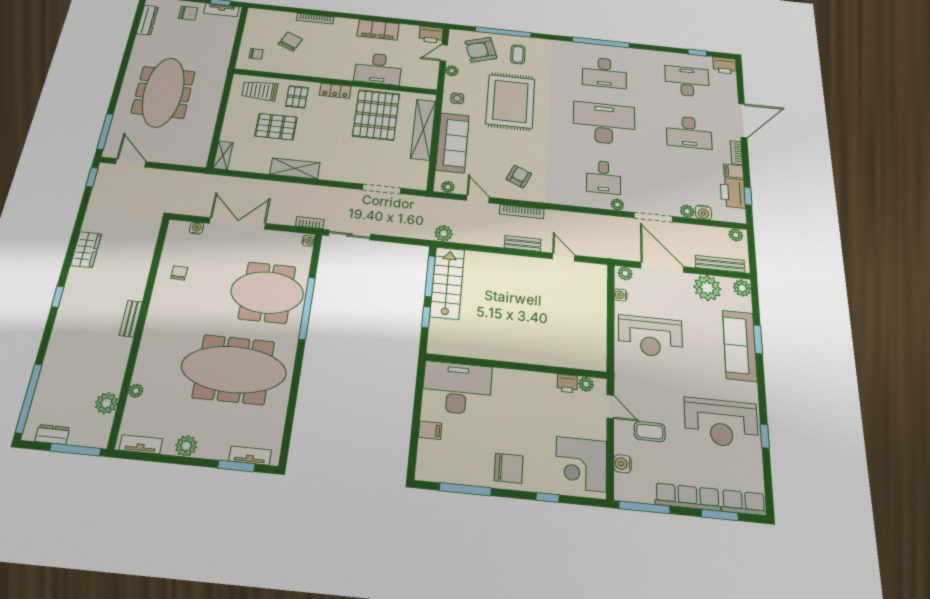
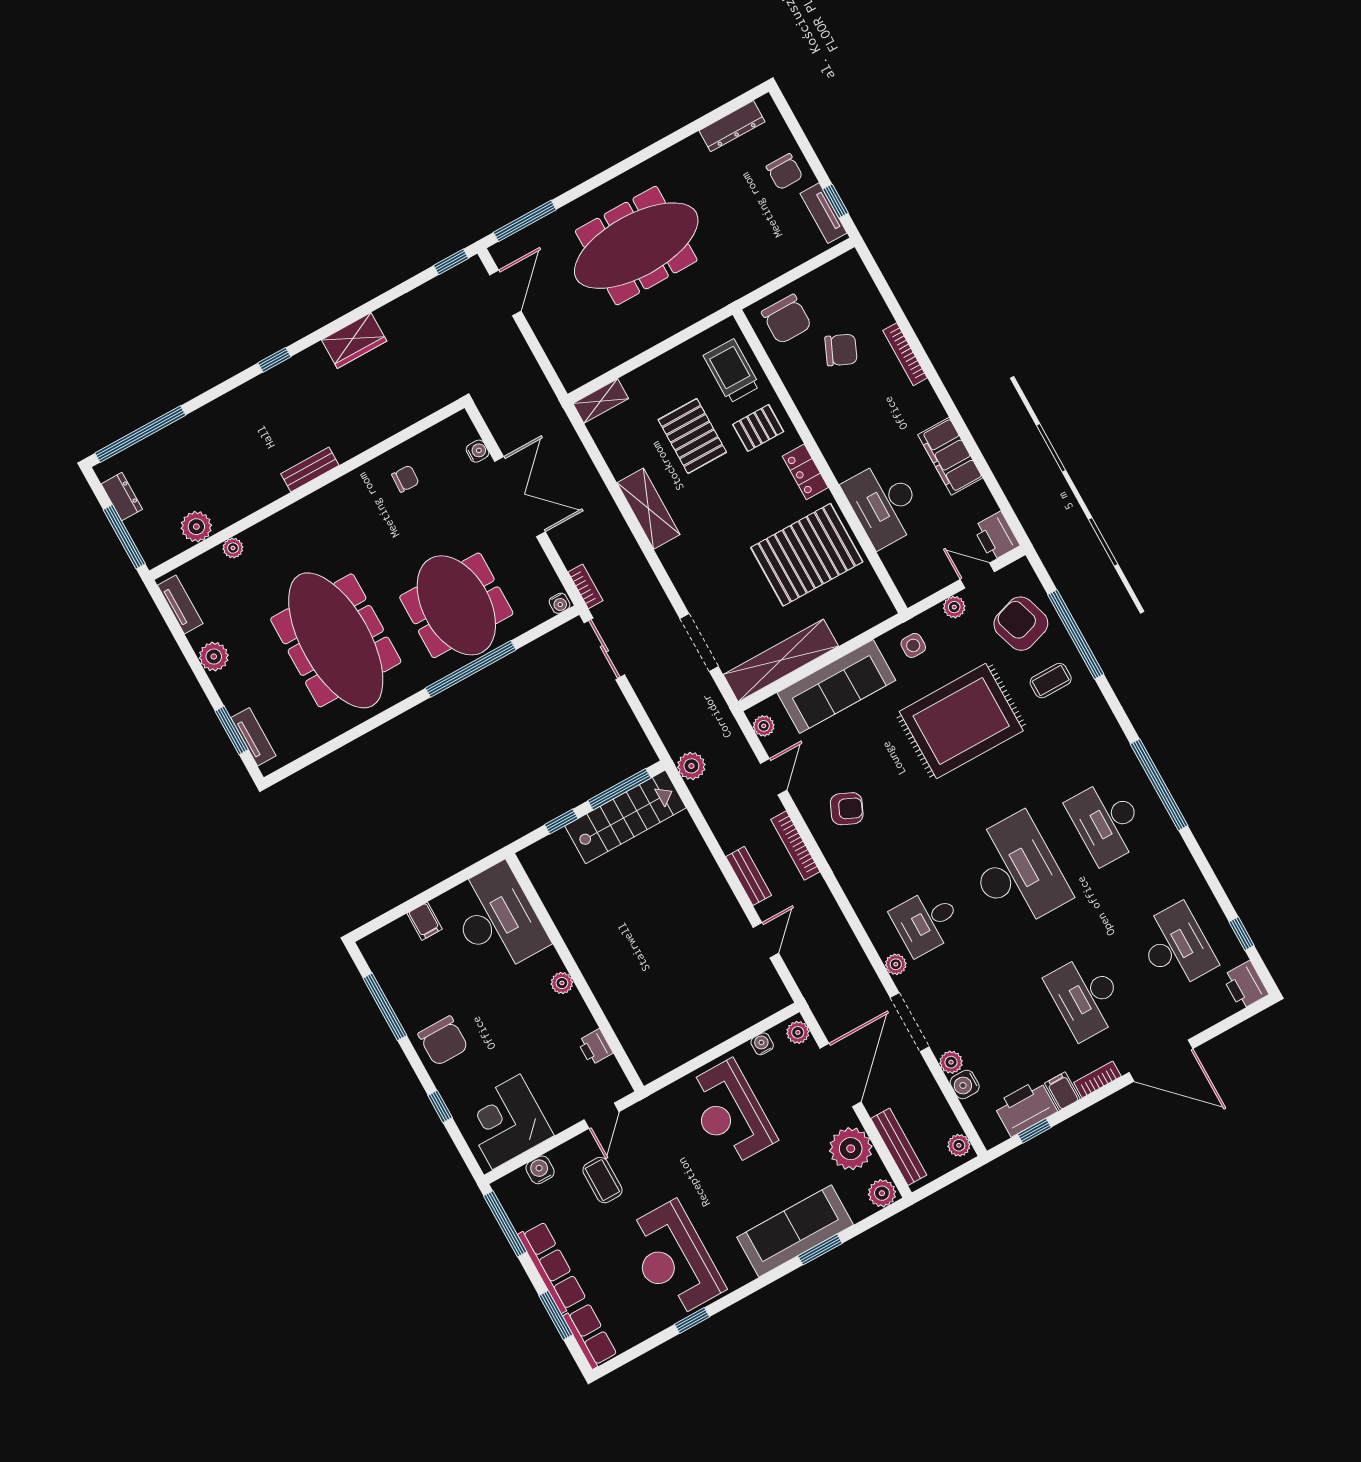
chair: (256, 54) -> (786, 319), width x1.87, depth x1.87
shelving: (423, 130) -> (781, 660), moved
plant: (586, 384) -> (562, 983), moved

